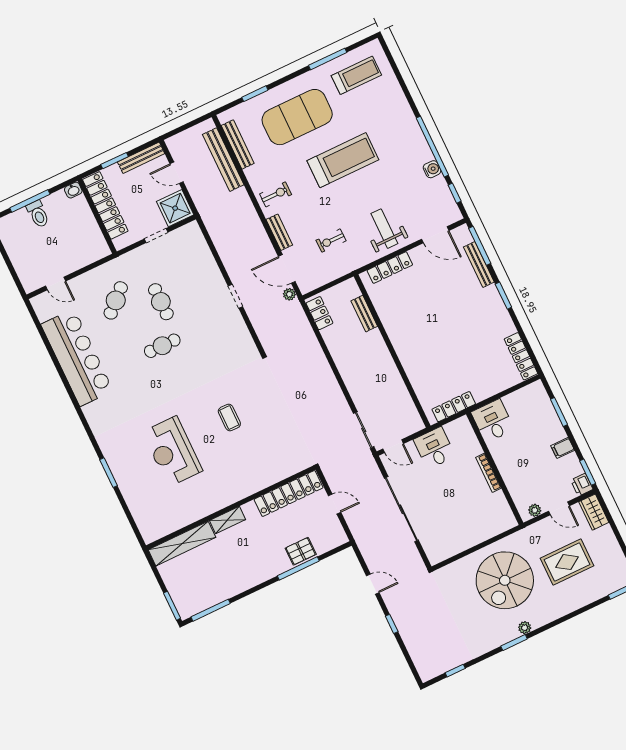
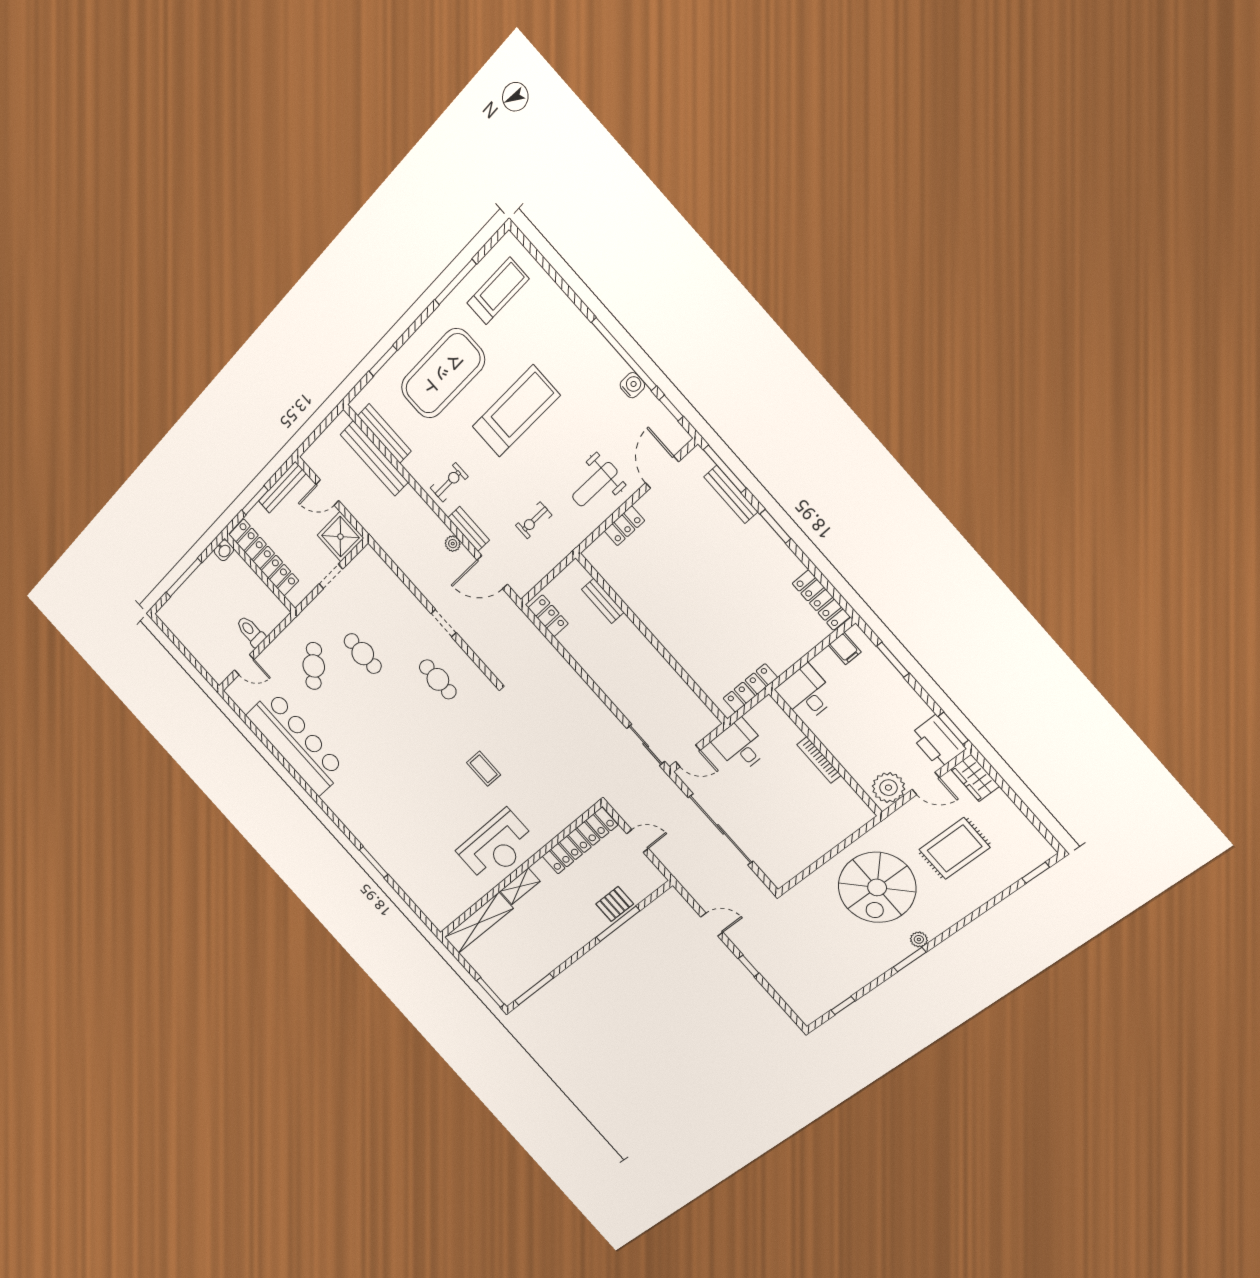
toilet: (38, 214) -> (251, 631), moved, turned 180
weight bench: (384, 229) -> (595, 484), turned -90
door: (435, 235) -> (662, 472), swing flipped
locker: (390, 268) -> (624, 526), width x0.66
plant: (289, 294) -> (453, 544), moved
cafe table: (162, 346) -> (438, 679), moved, turned 90
filing cabinet: (563, 448) -> (845, 649), moved, turned -90
reception desk: (172, 451) -> (496, 846), moved, turned -90
printer: (582, 485) -> (938, 742), width x1.87, depth x1.48
plant: (535, 510) -> (888, 788), width x1.87, depth x1.87

